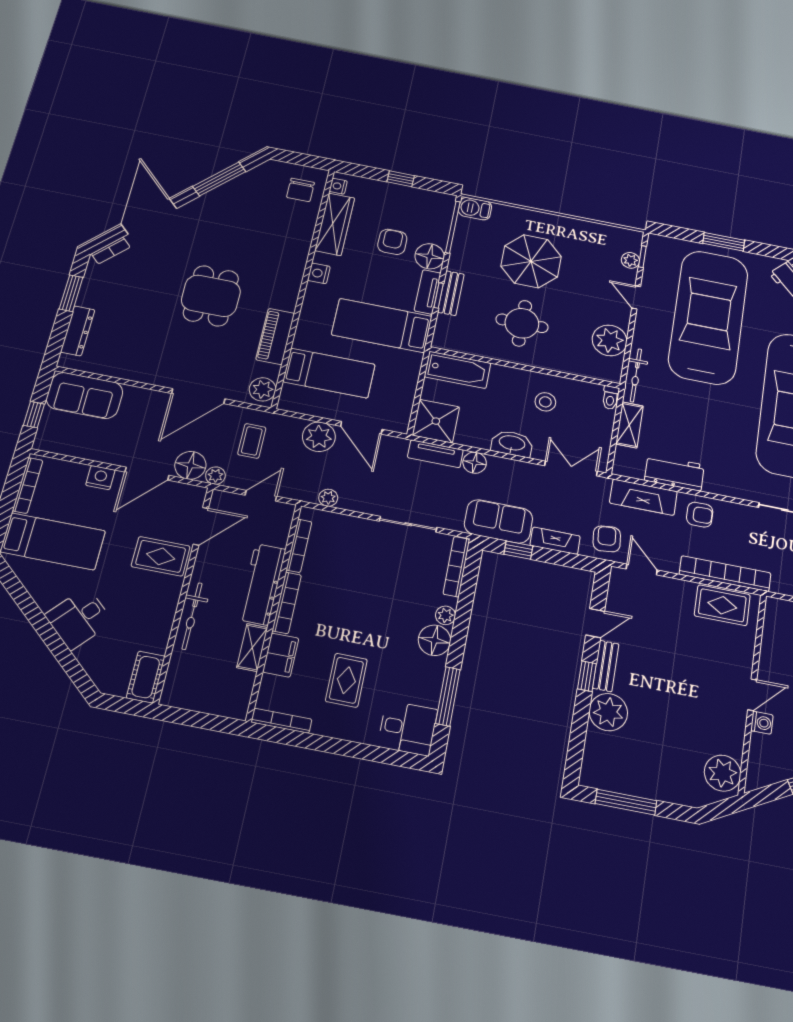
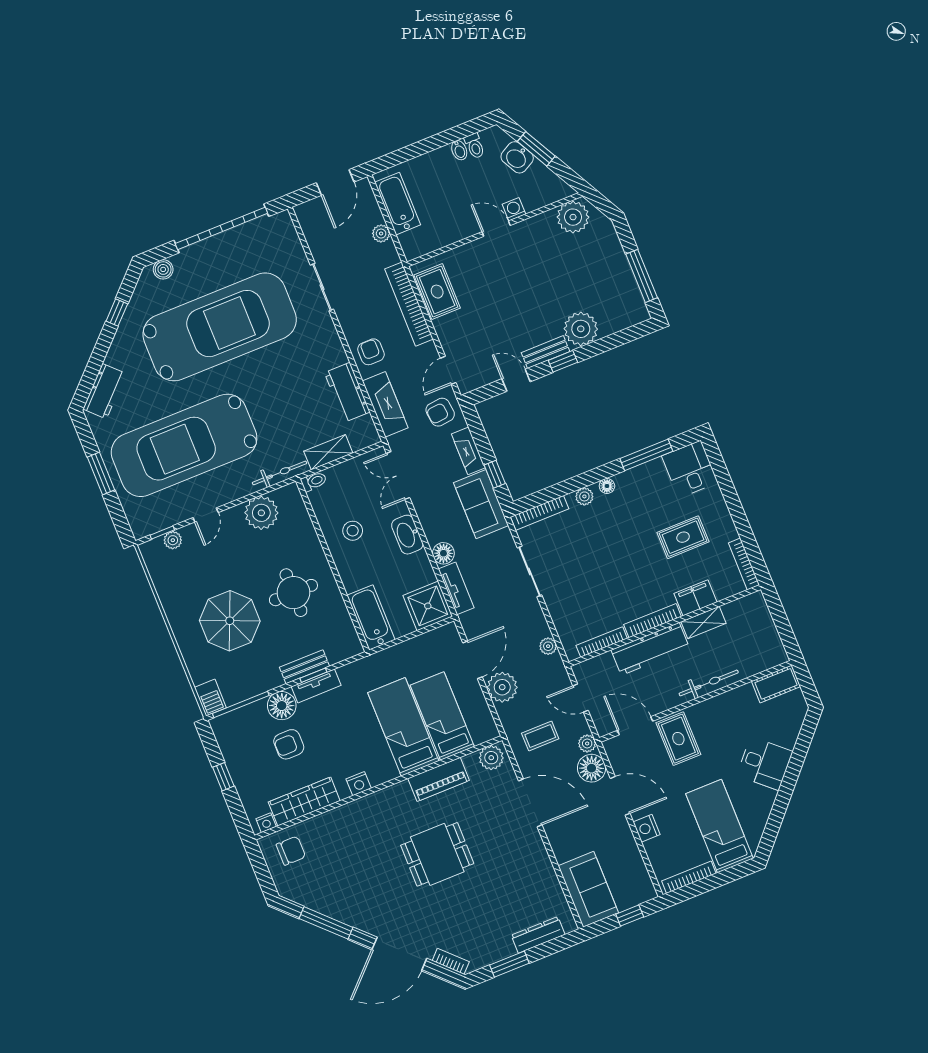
bed: (382, 326) -> (403, 727), moved, turned 180
floor lamp: (435, 640) -> (607, 486), width x0.53, depth x0.53

